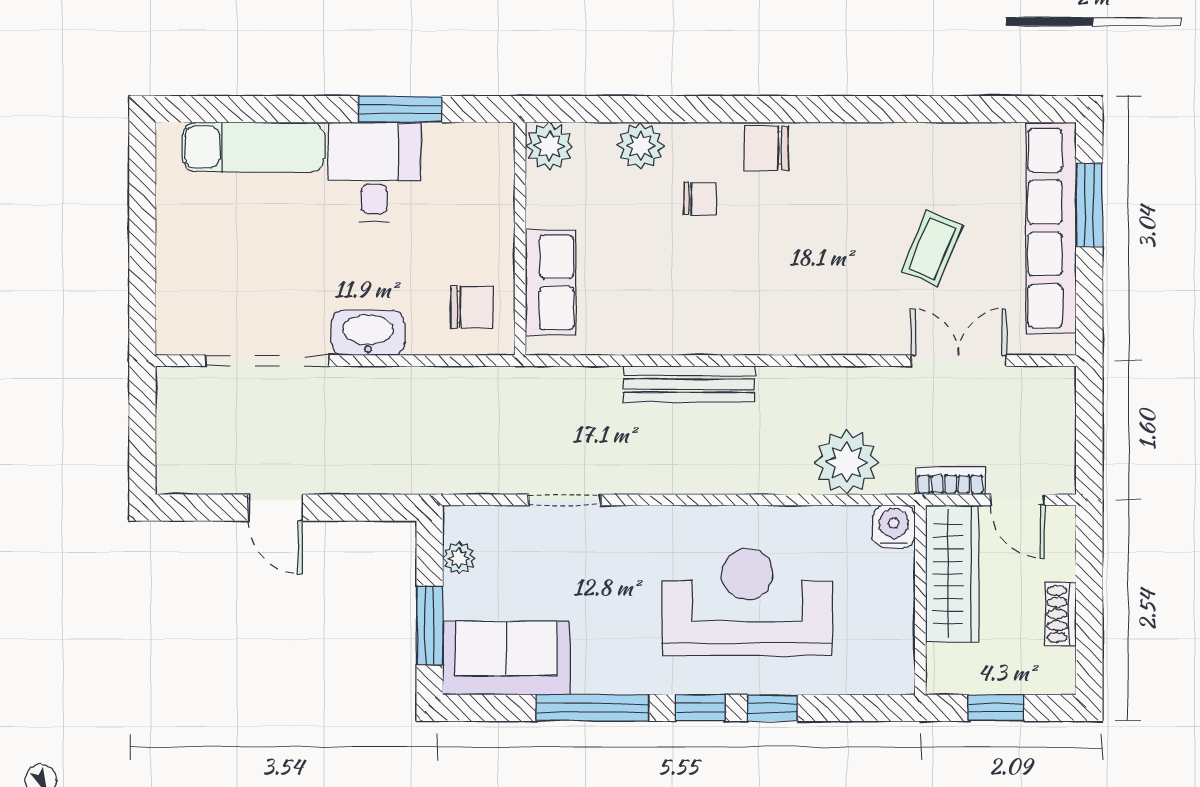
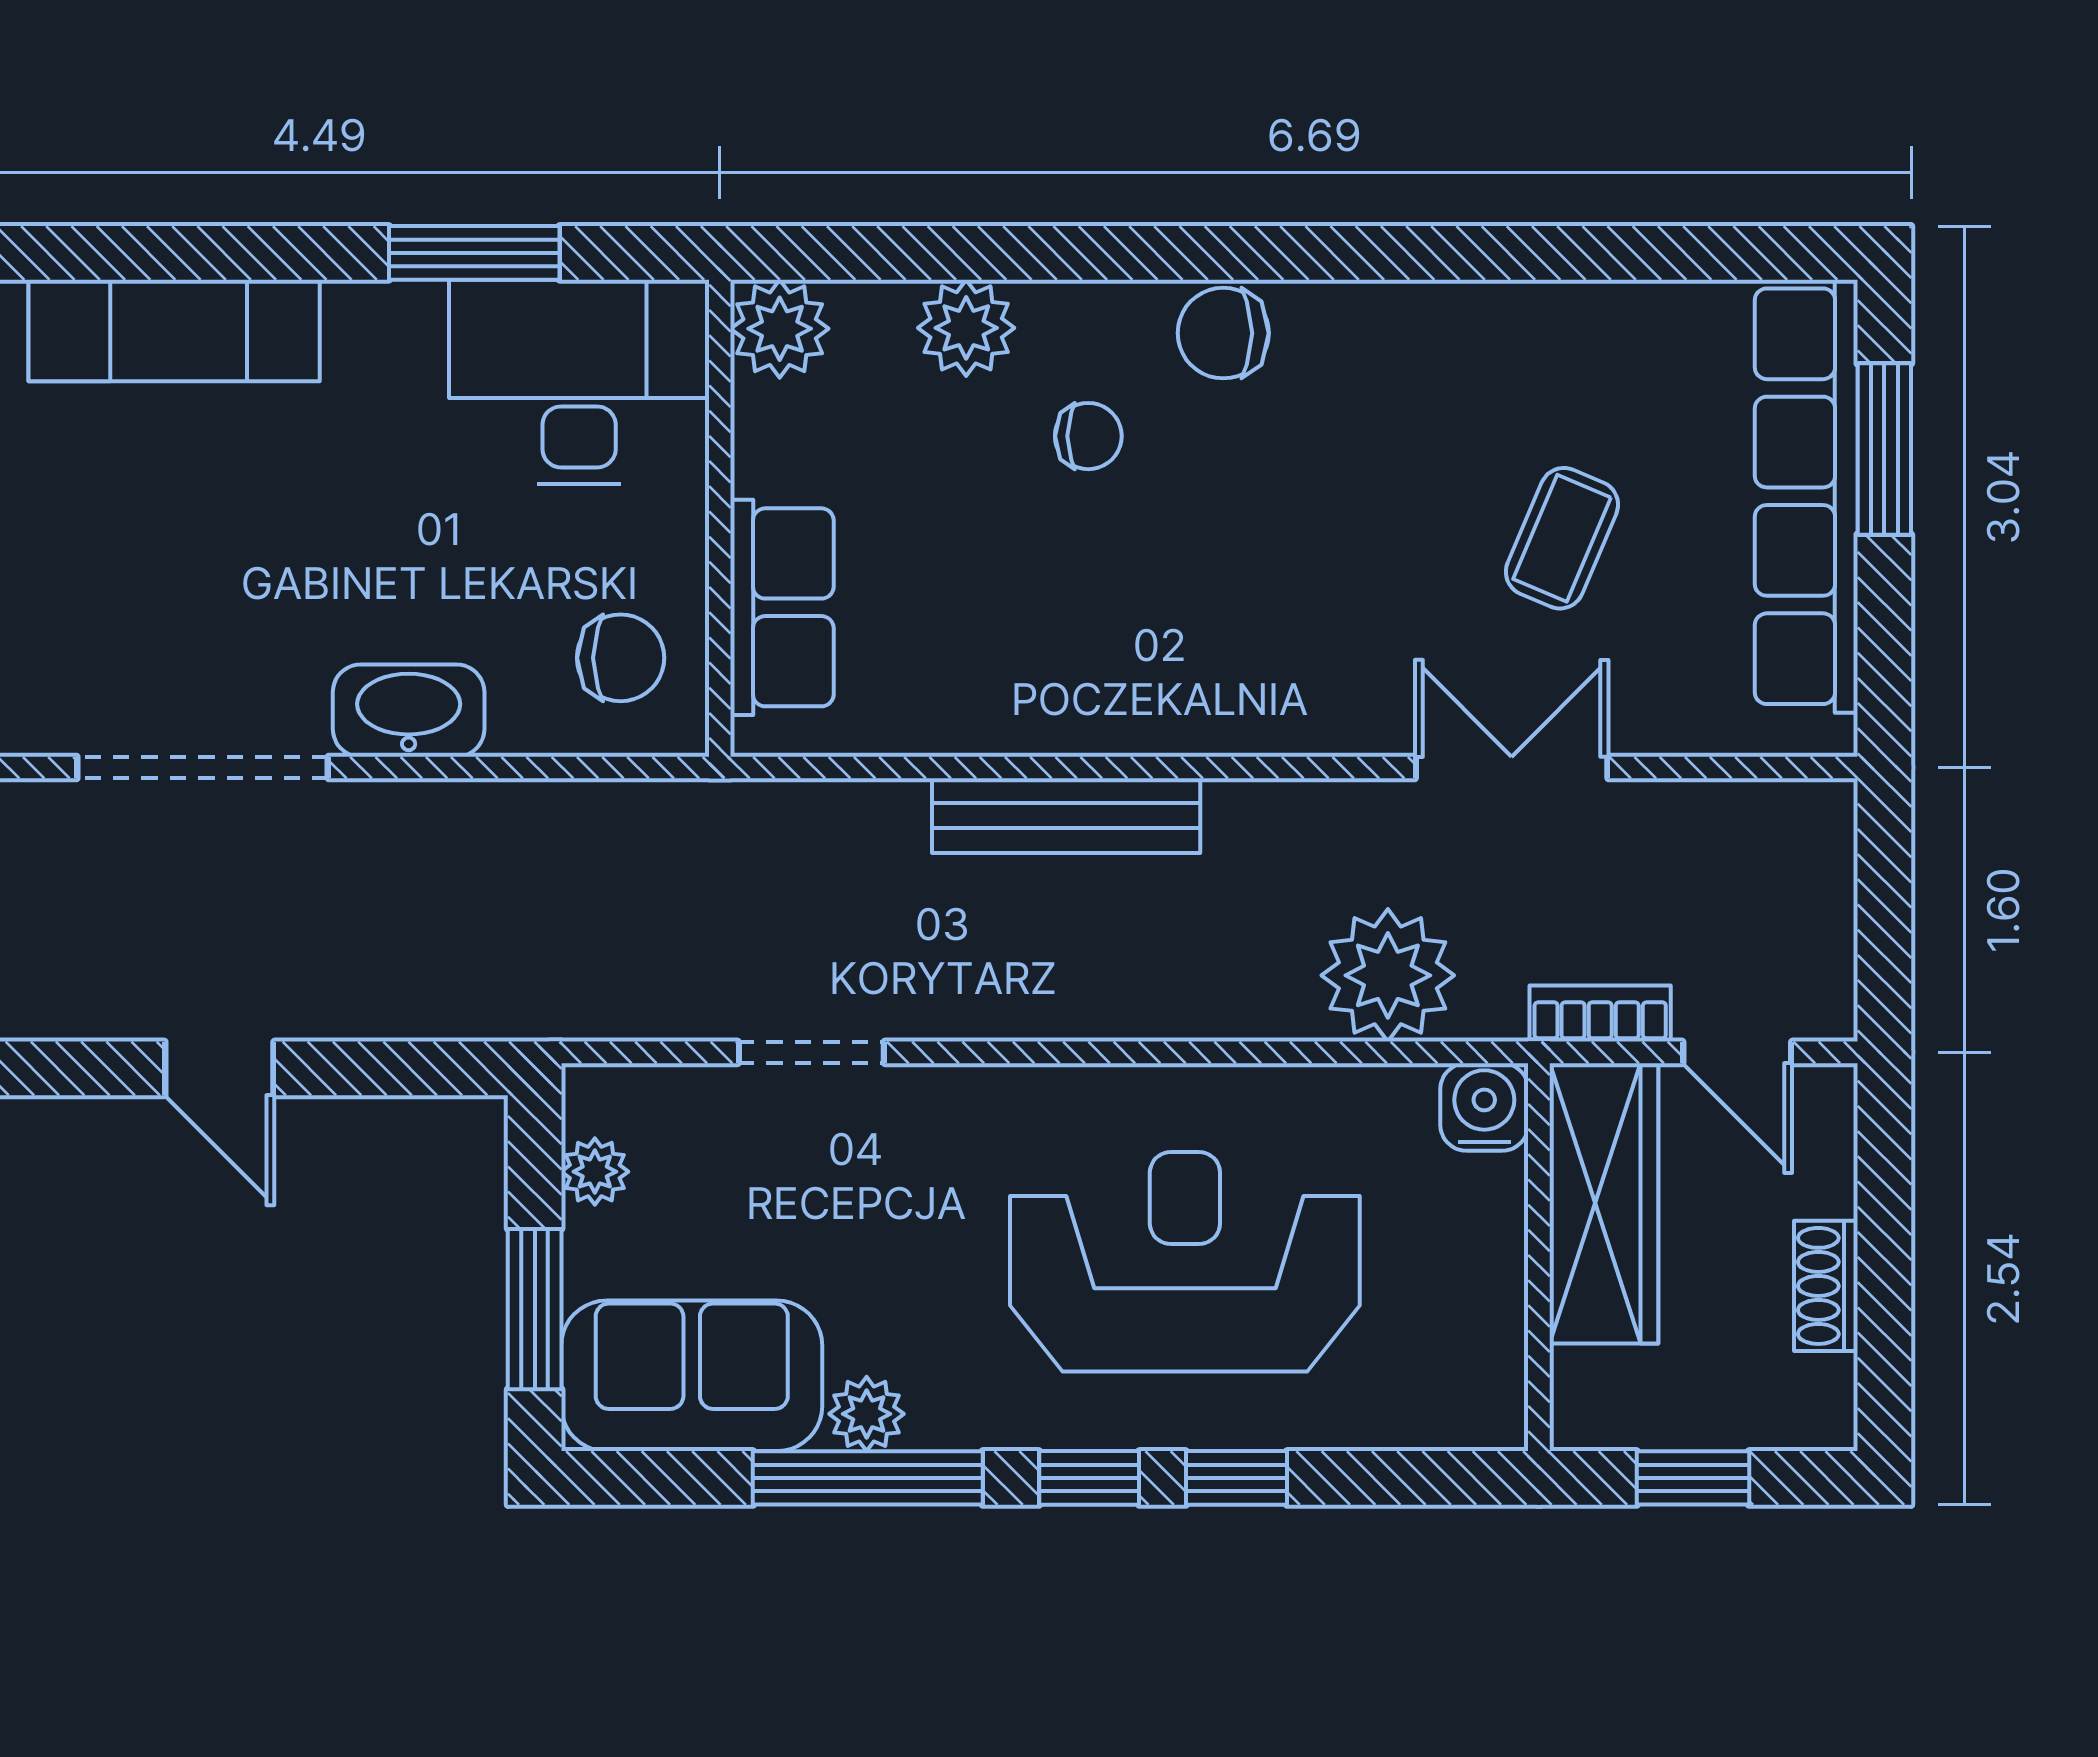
desk: (374, 172) -> (579, 382), moved, width x1.37
double door: (958, 361) -> (1512, 767), moved
plant: (592, 677) -> (867, 1414), added

